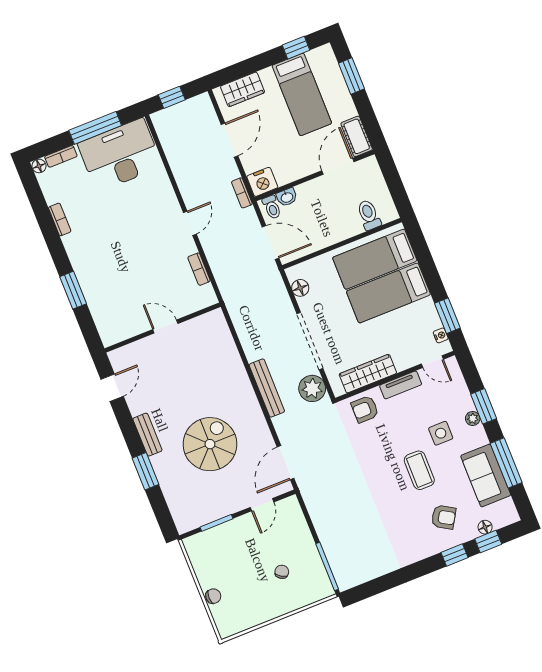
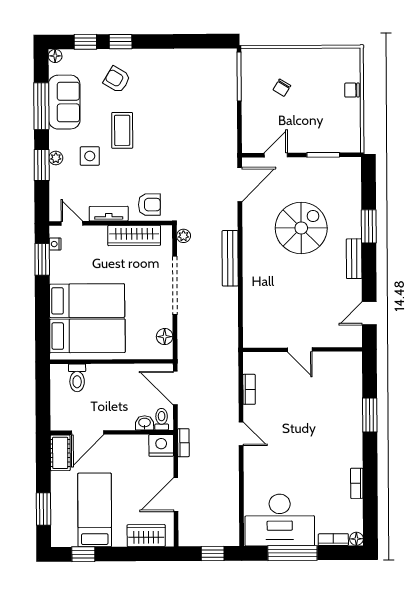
door: (190, 223) -> (241, 434), swing flipped
plant: (312, 388) -> (184, 236), width x0.53, depth x0.53
spiral stairs: (210, 444) -> (301, 228), turned 180
floor lamp: (485, 527) -> (55, 56), moved

